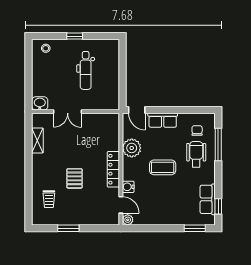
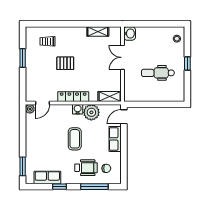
shelving: (113, 127) -> (110, 97), added
water cooler: (128, 187) -> (78, 109), moved
window: (218, 206) -> (60, 187), moved

